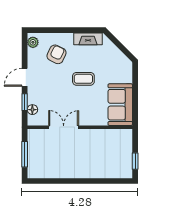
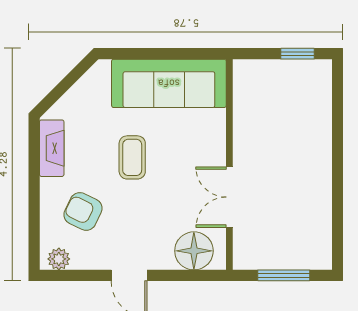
window: (25, 102) -> (179, 275), removed
sofa: (120, 105) -> (169, 83), width x1.36
floor lamp: (32, 110) -> (194, 251), width x1.89, depth x1.89

